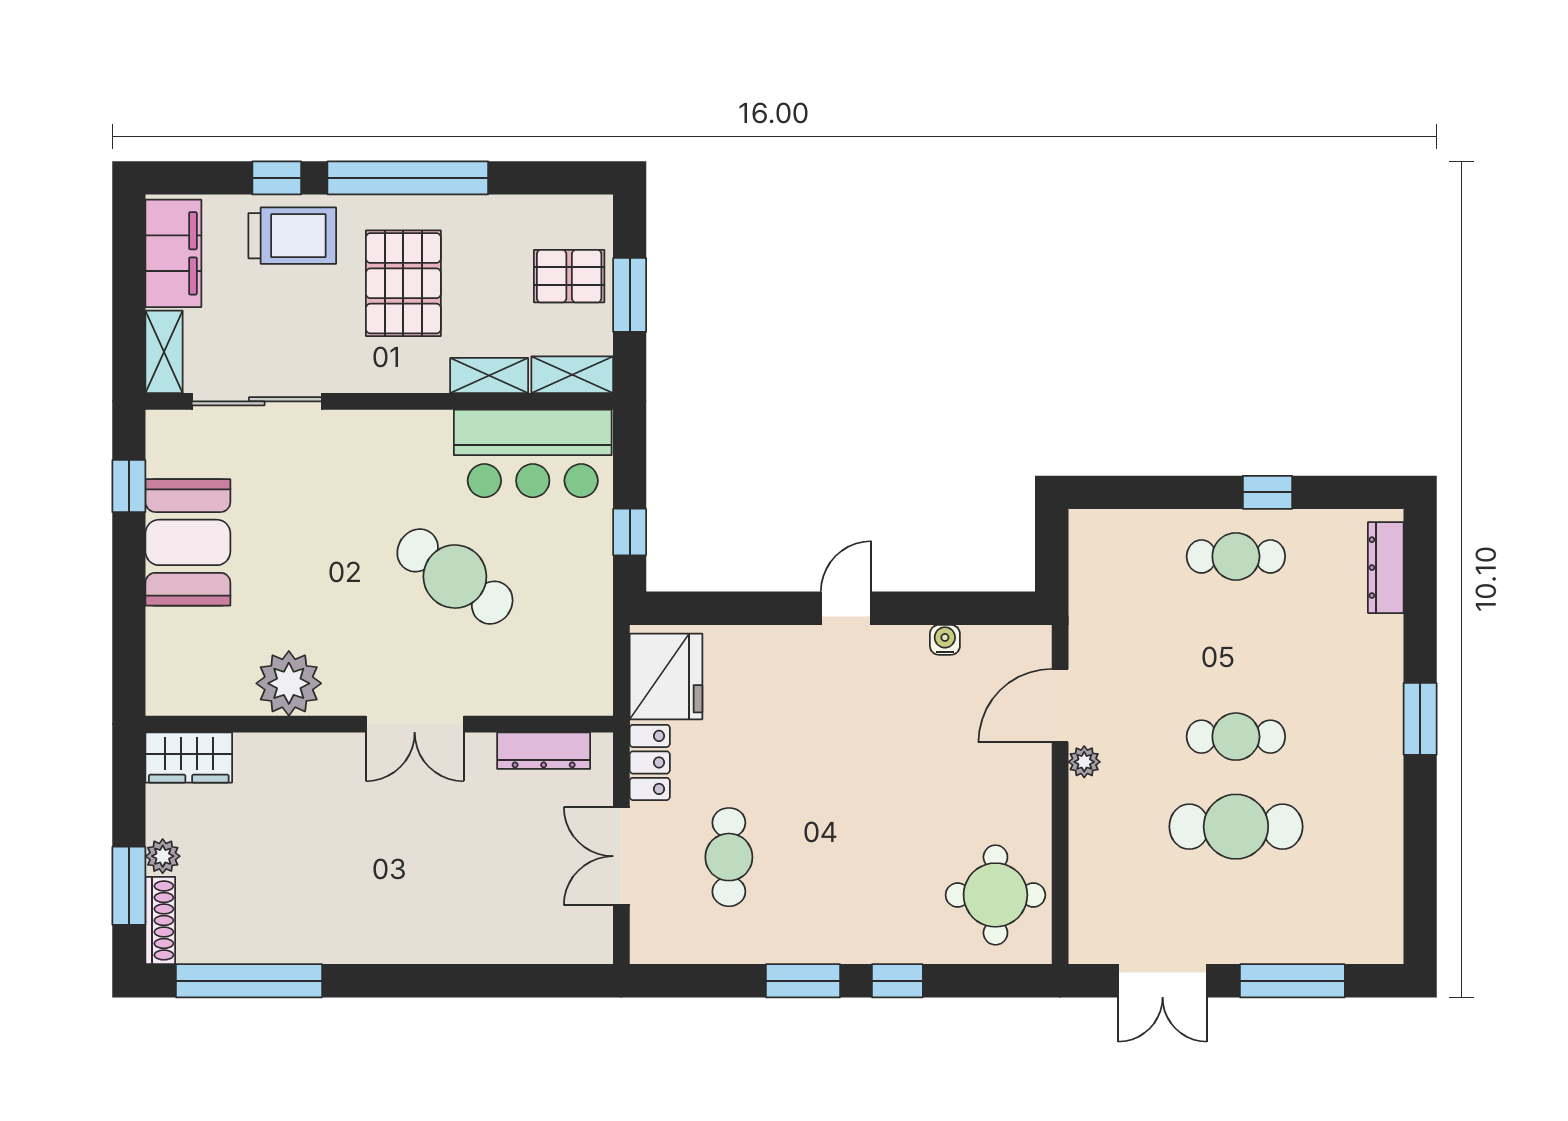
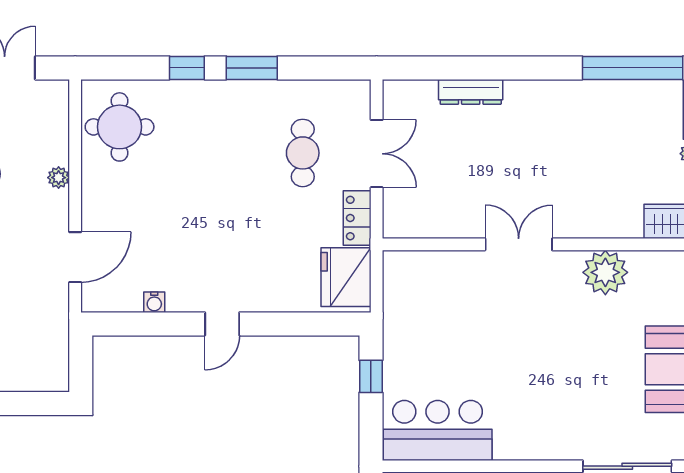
cafe table: (455, 577) -> (491, 346), removed
dresser: (544, 751) -> (471, 92), moved, turned 180
plant: (1084, 762) -> (59, 178), moved

